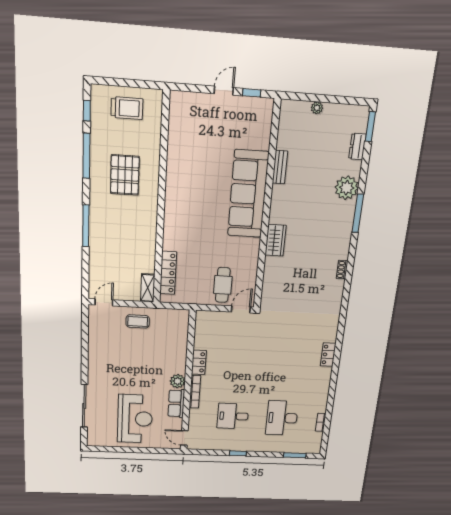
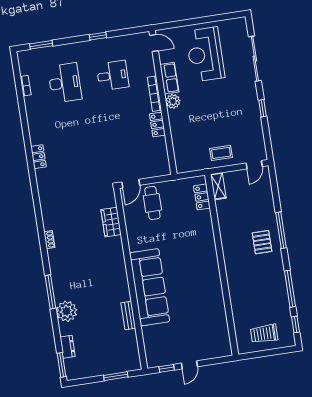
window: (313, 98) -> (116, 376), added
plant: (317, 108) -> (110, 369), removed
pallet: (125, 175) -> (262, 242), moved, width x0.67, depth x0.71
wardrobe: (276, 240) -> (111, 222), moved
locker: (168, 273) -> (202, 197), width x0.66
window: (85, 357) -> (262, 108), added

